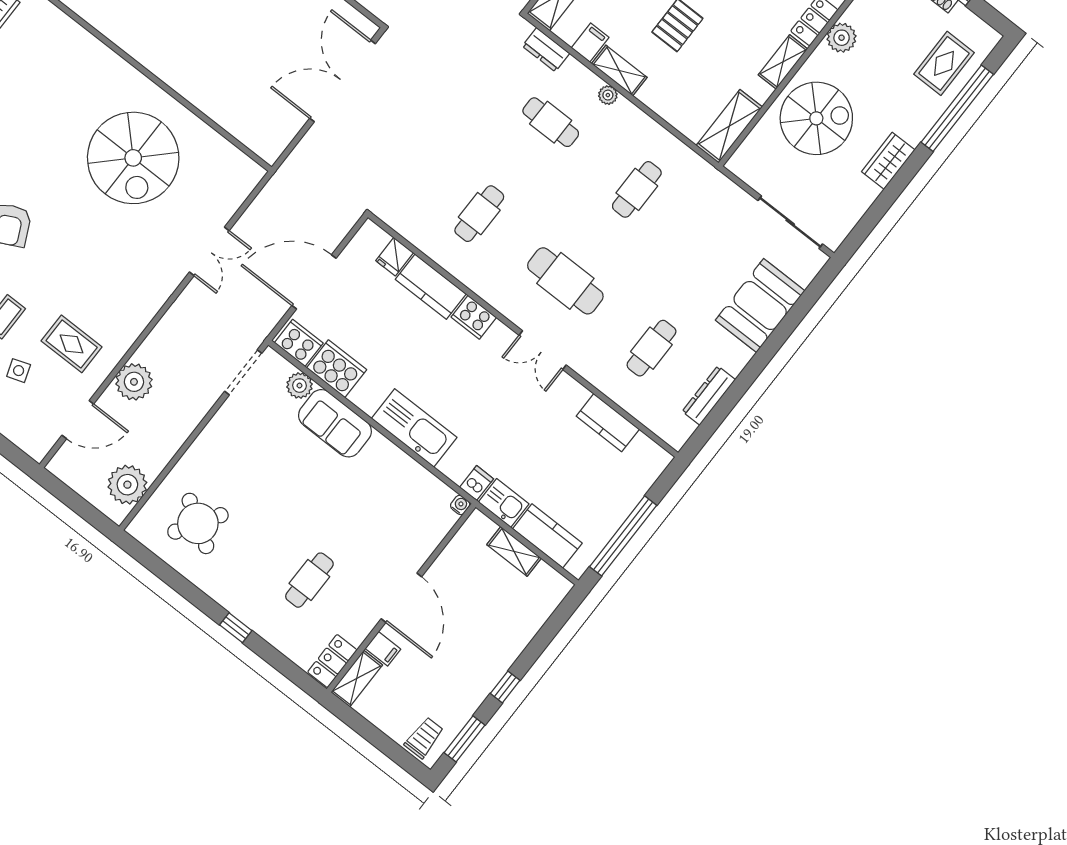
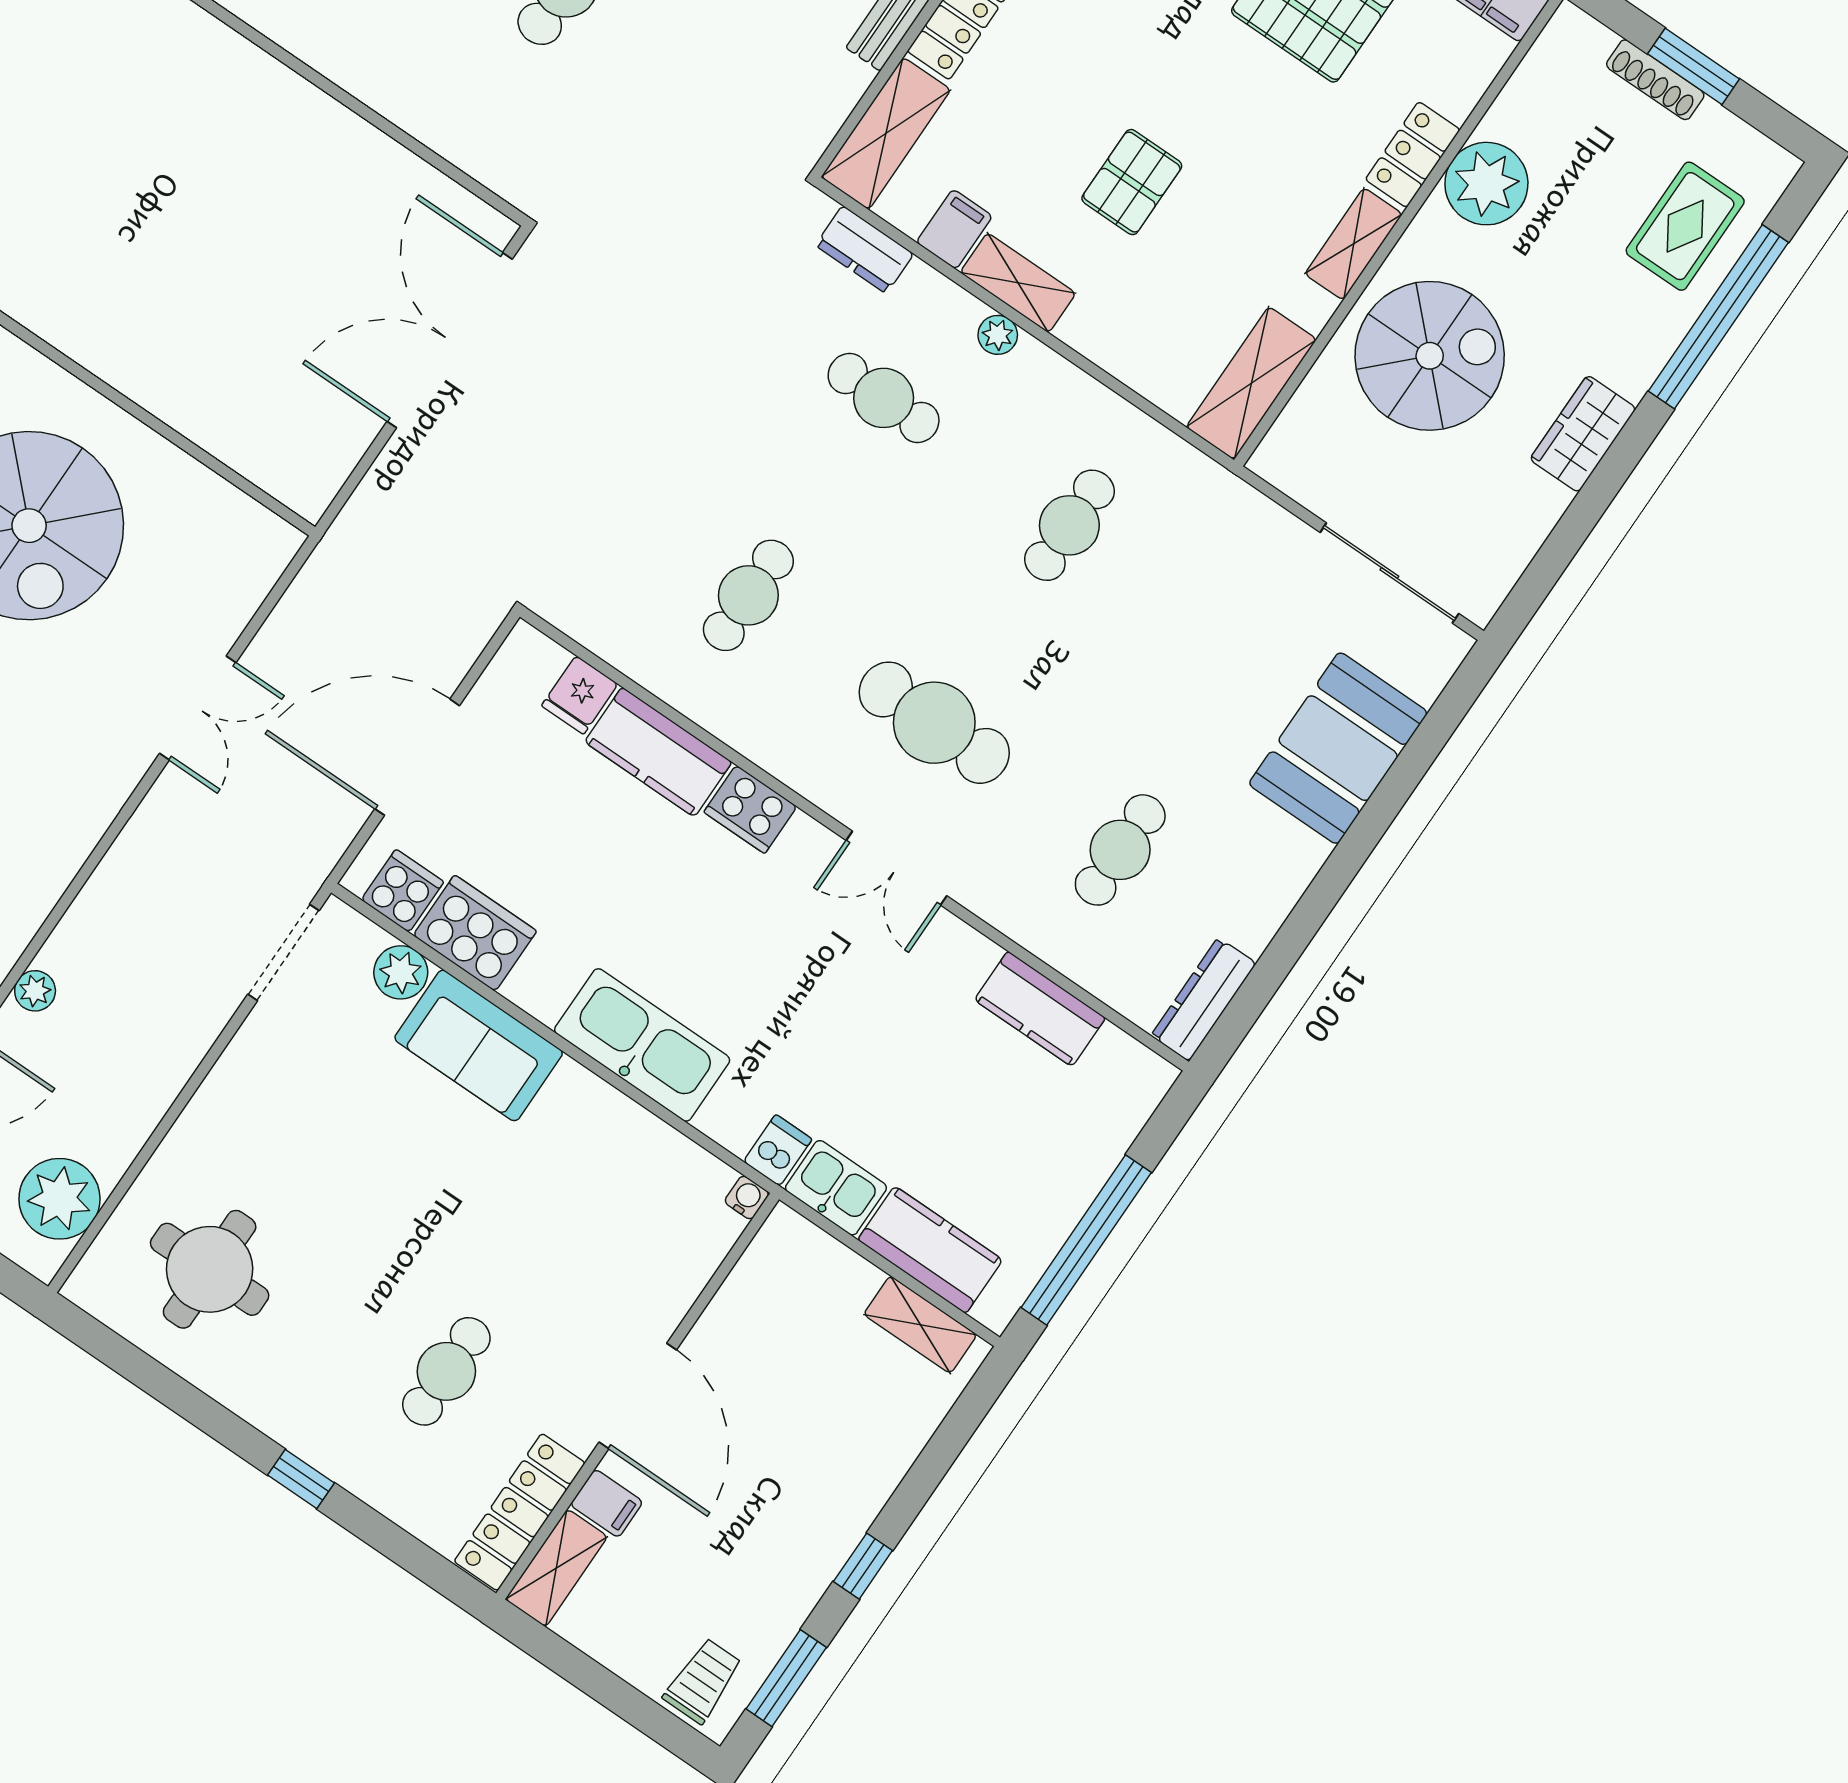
plant: (842, 38) -> (1486, 184), width x1.36, depth x1.36
cooker: (299, 343) -> (402, 891), width x0.73
plant: (134, 382) -> (35, 991), width x0.53, depth x0.53
dresser: (709, 396) -> (1204, 999), moved
round table: (198, 523) -> (210, 1269), turned -32
shelving: (514, 551) -> (920, 1325), moved
locker: (332, 661) -> (520, 1512), width x1.53

